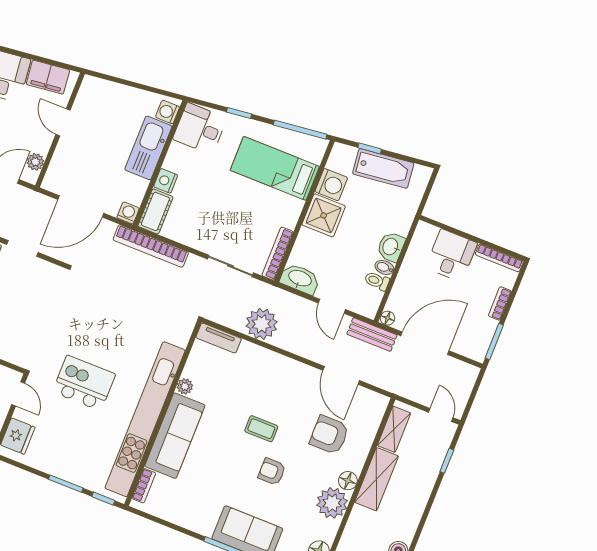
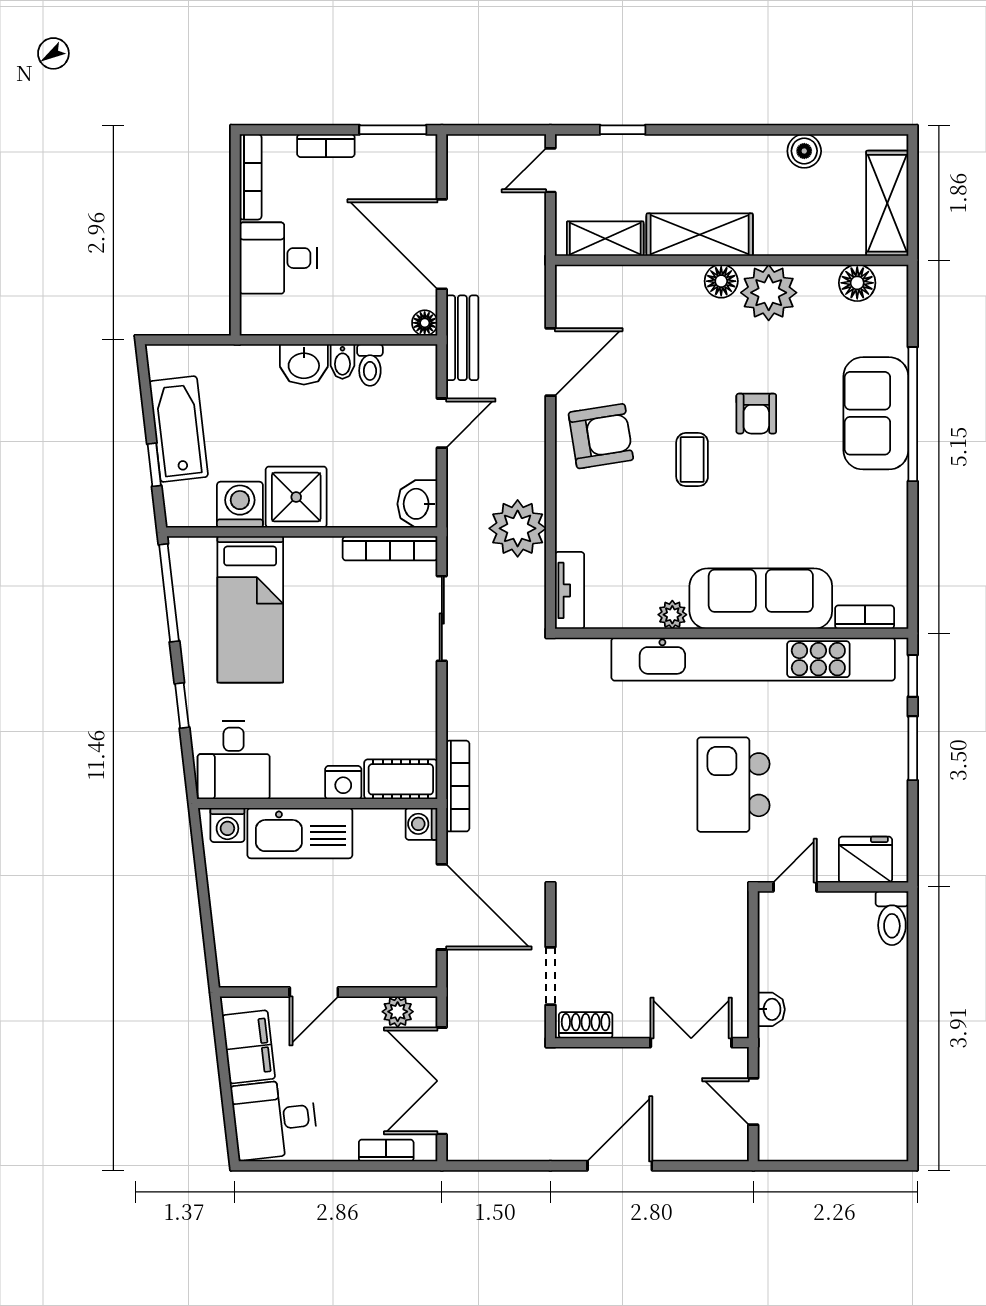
bookcase: (151, 246) -> (458, 786), width x0.68, depth x0.76
washbasin: (300, 279) -> (417, 504), width x0.72
armchair: (329, 435) -> (601, 436), moved, turned -99

